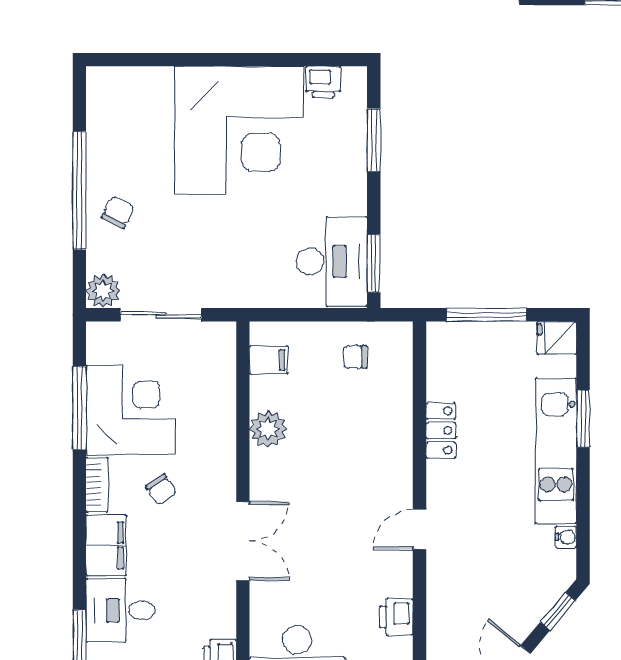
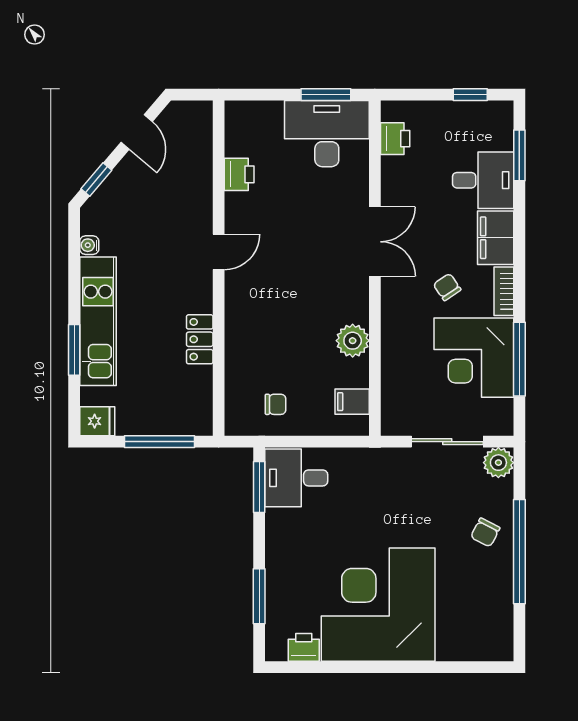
desk: (332, 261) -> (296, 478), width x0.73
double door: (243, 541) -> (375, 242), swing flipped

